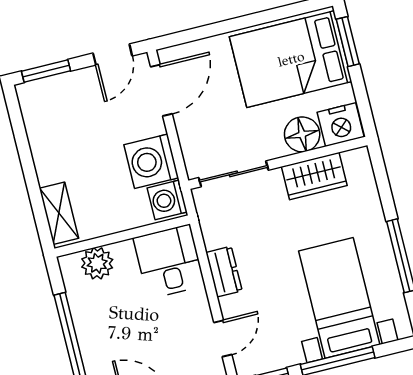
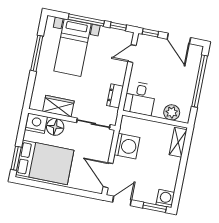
door: (161, 90) -> (108, 175), hinge flipped
washing machine: (167, 200) -> (165, 199), moved, turned -90
dresser: (224, 272) -> (115, 96), moved

